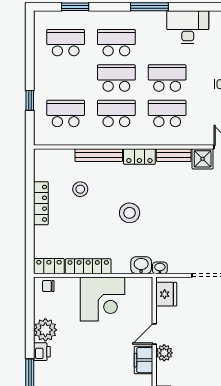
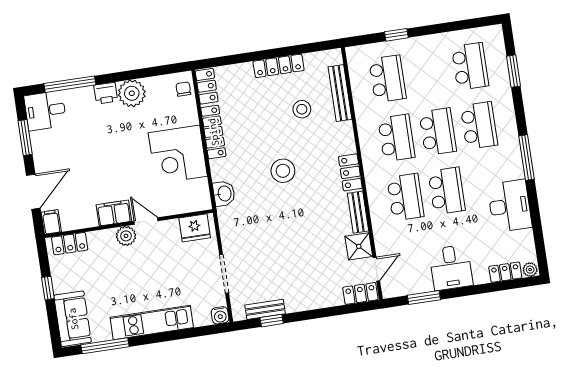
bench: (99, 155) -> (340, 93), moved
washbasin: (160, 268) -> (224, 216), removed

